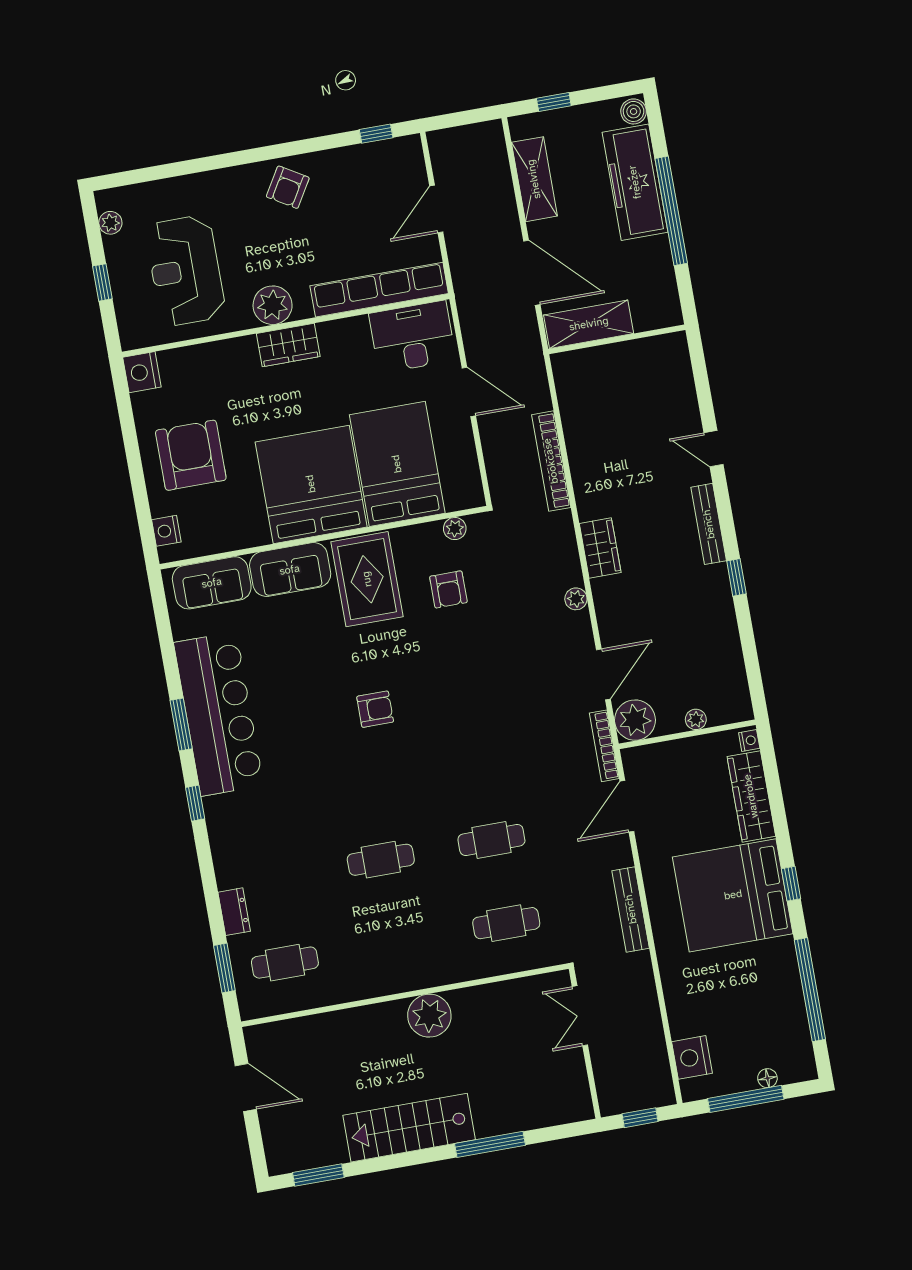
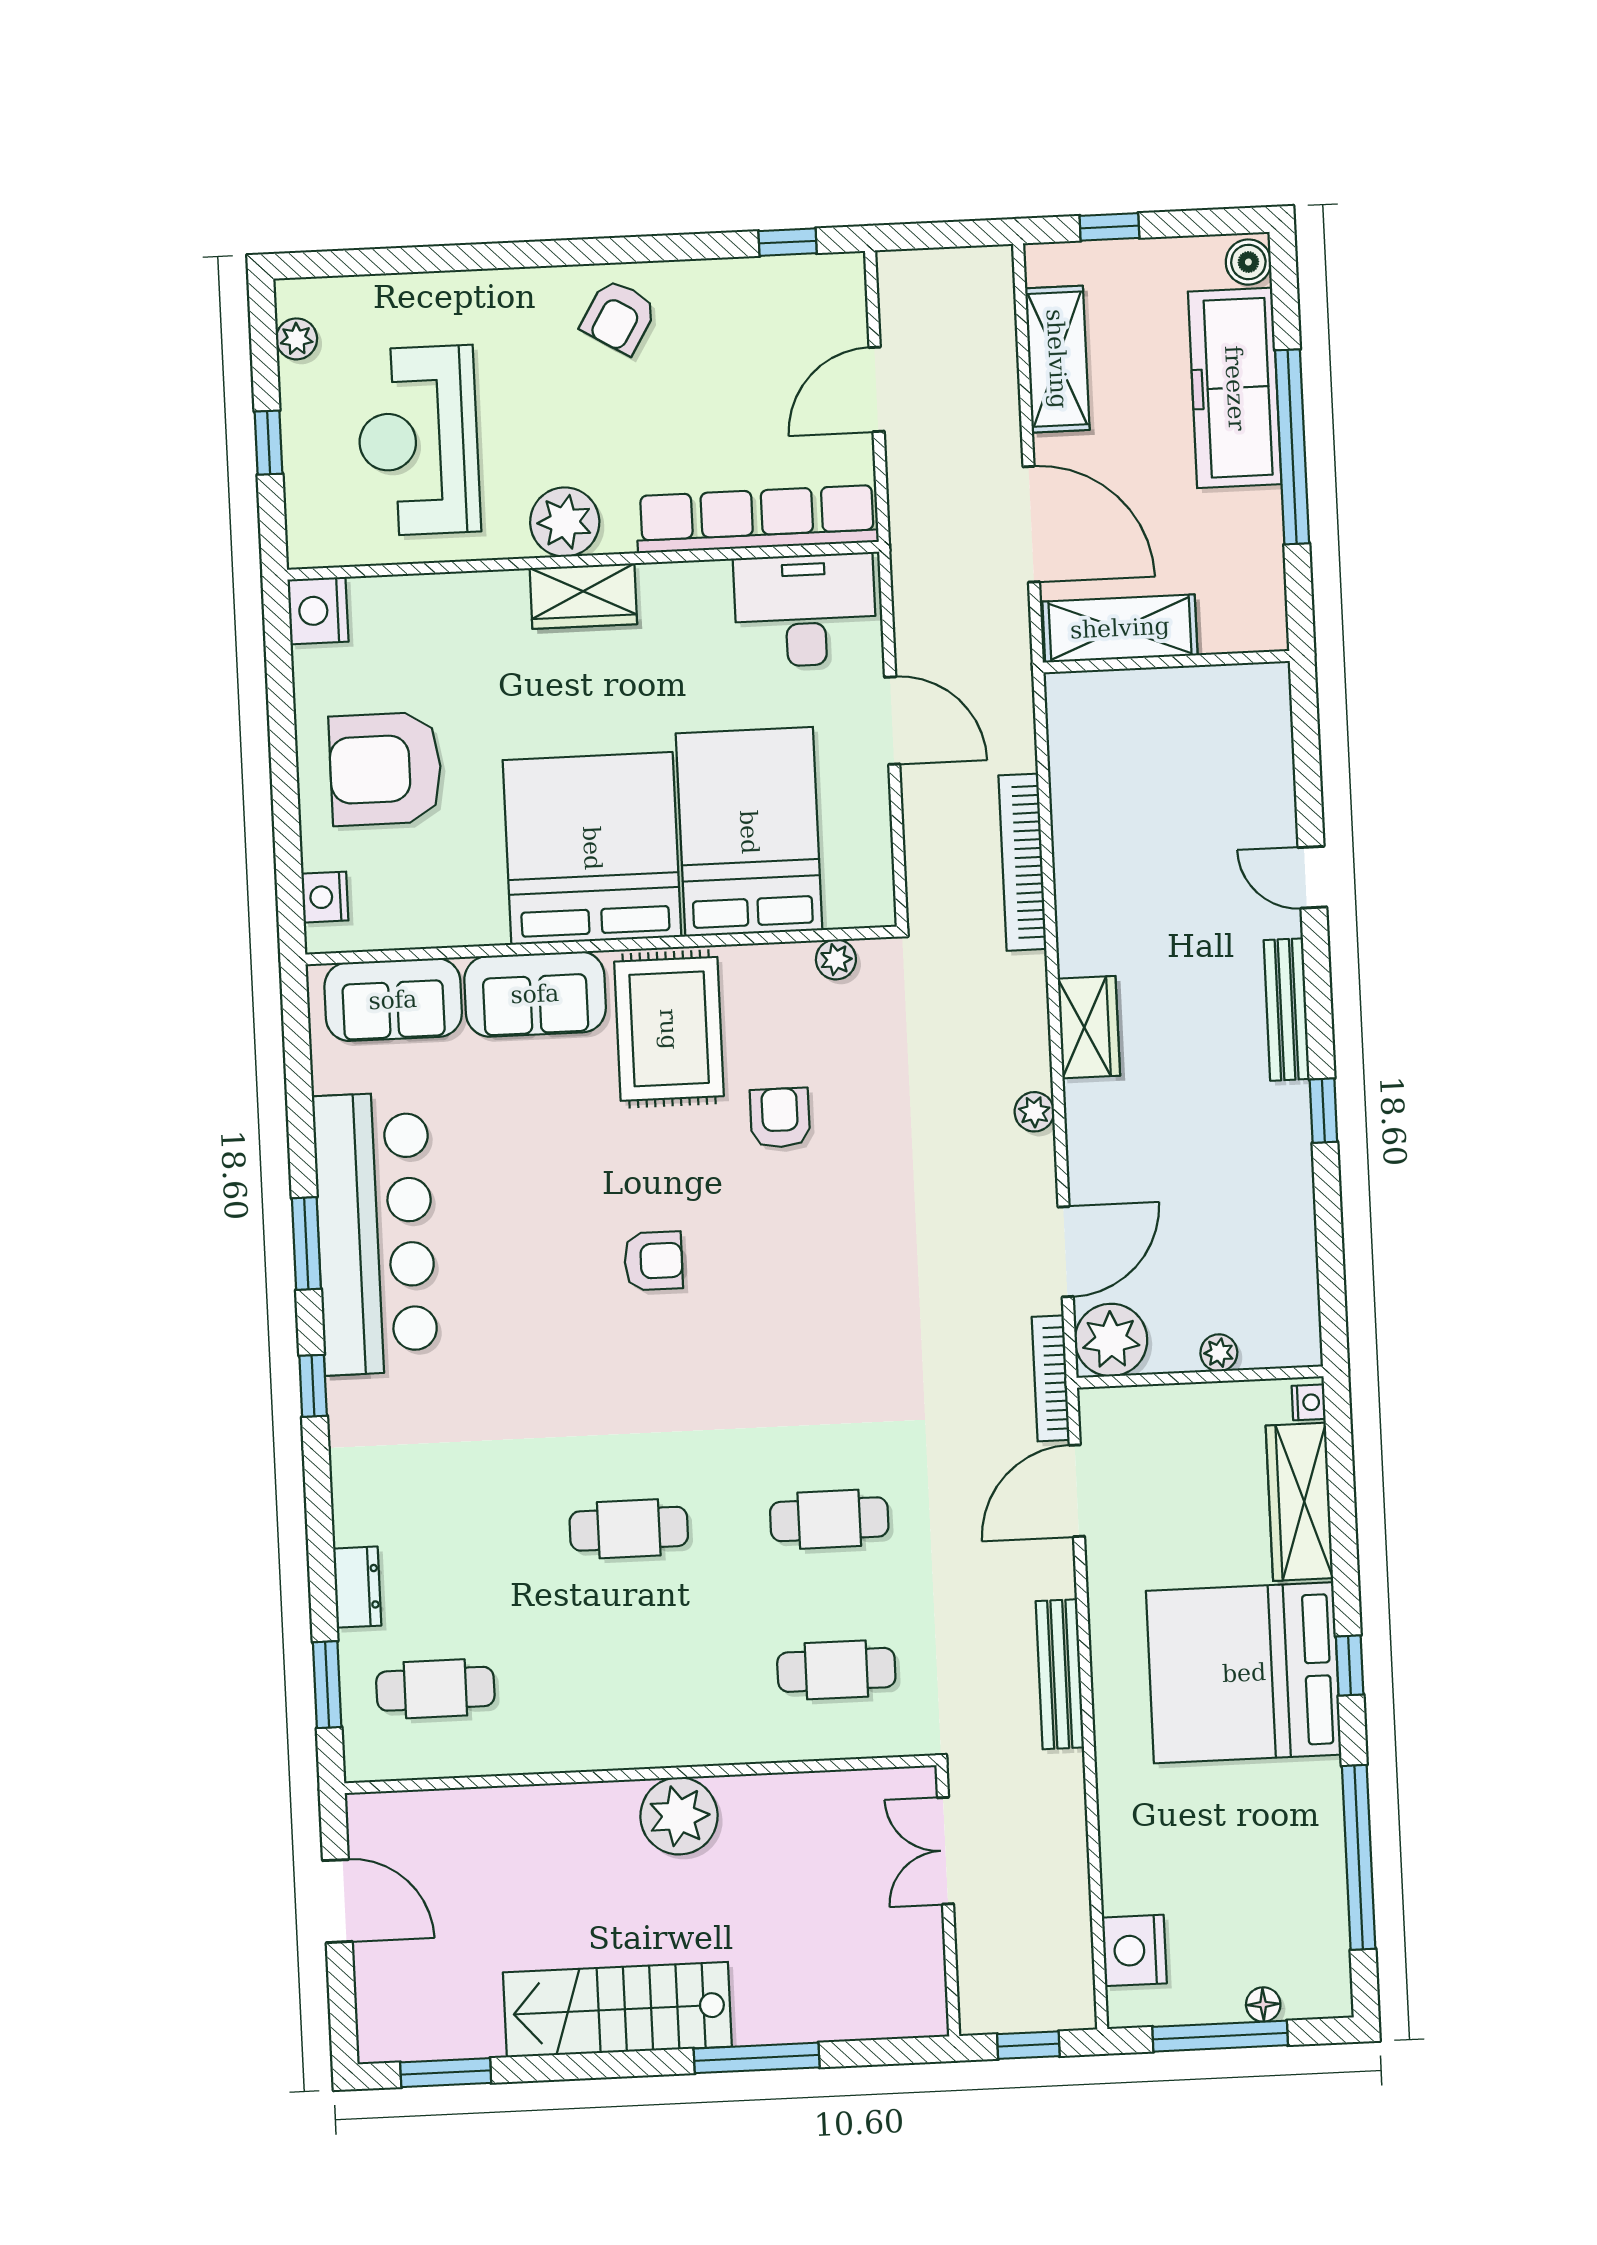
armchair: (191, 455) -> (385, 769), turned -90
armchair: (448, 589) -> (780, 1118), moved, turned 180

